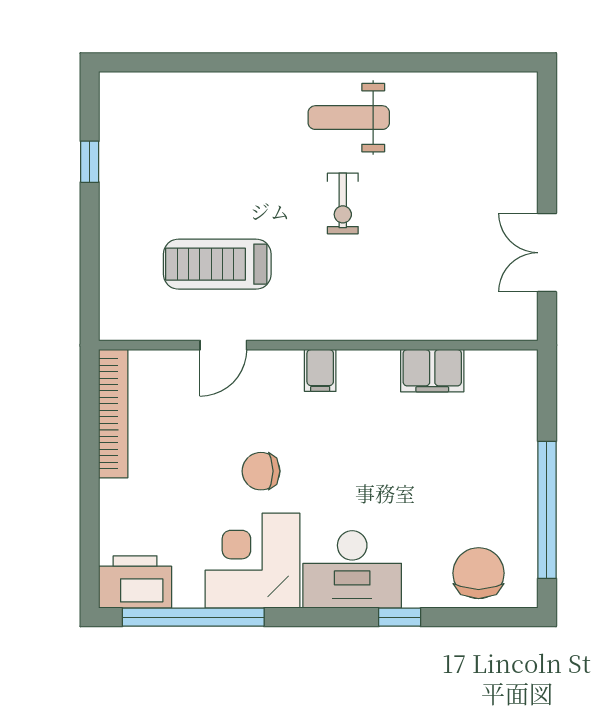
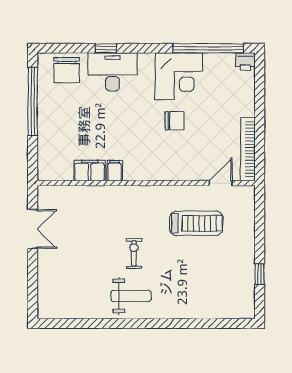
door: (223, 345) -> (221, 183), moved
filing cabinet: (320, 370) -> (115, 171), moved
desk: (352, 569) -> (113, 72), moved
printer: (135, 582) -> (245, 61), width x0.53, depth x0.68

